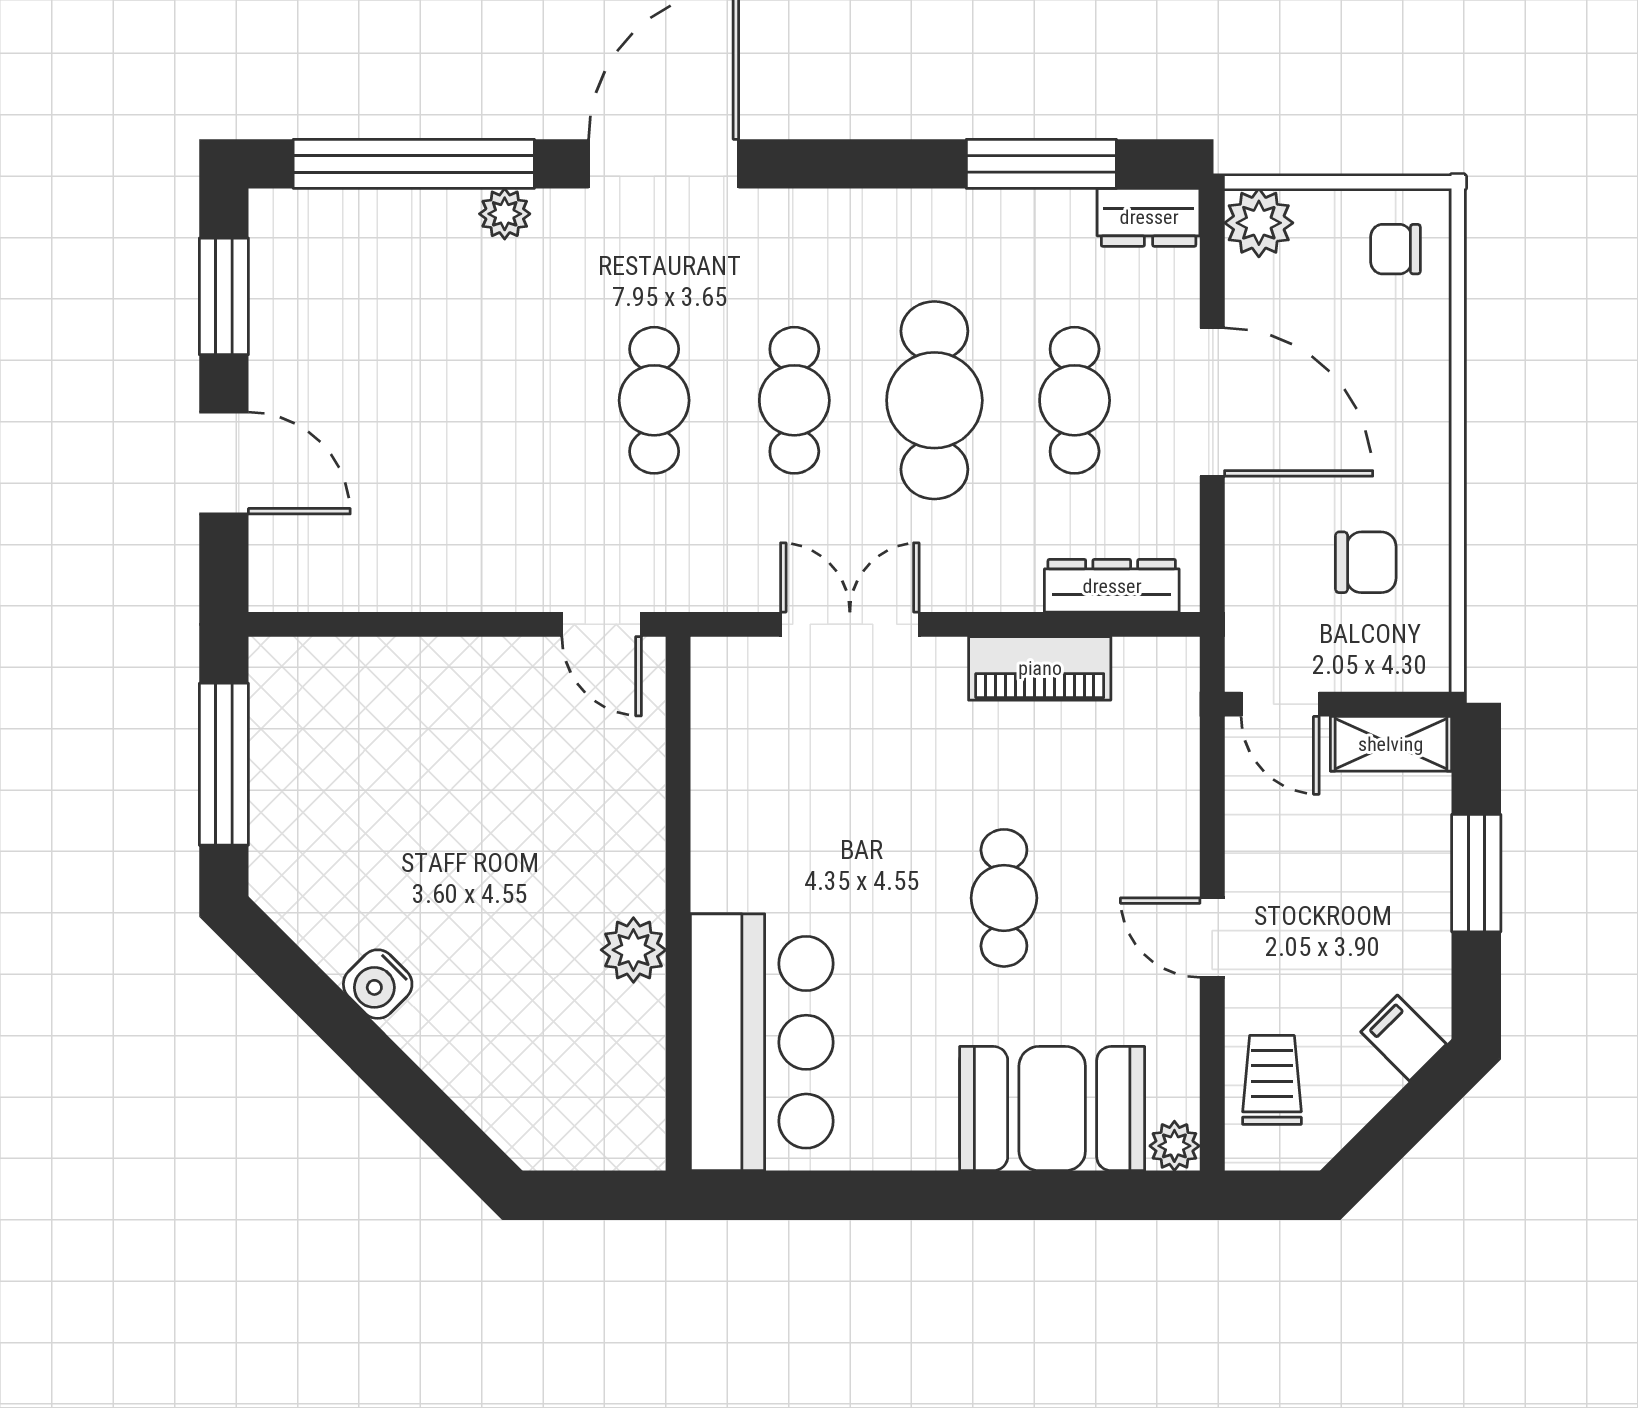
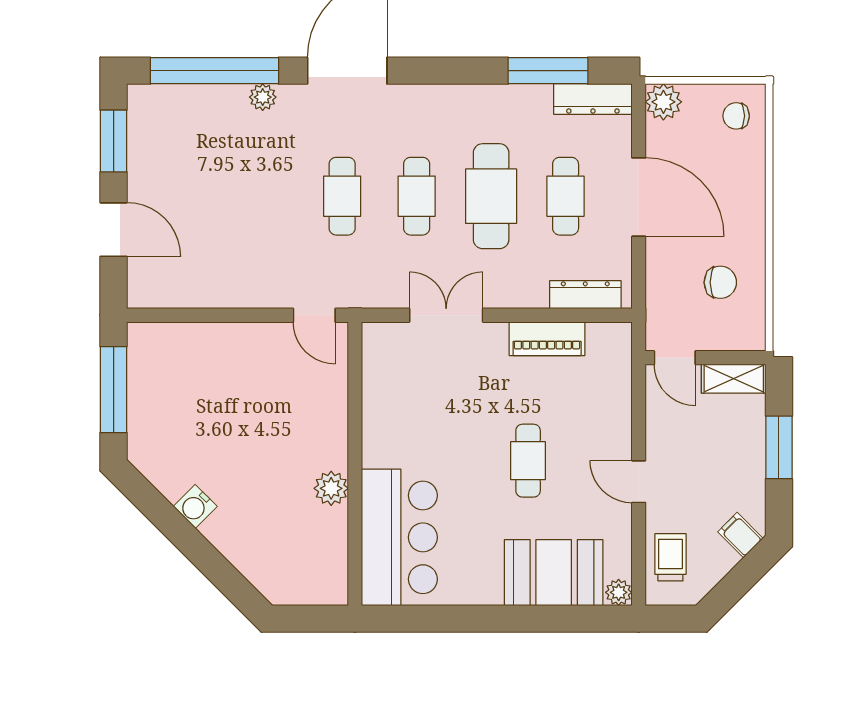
dresser: (1149, 217) -> (593, 99), width x1.44

